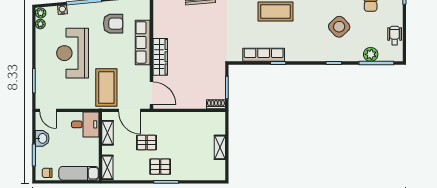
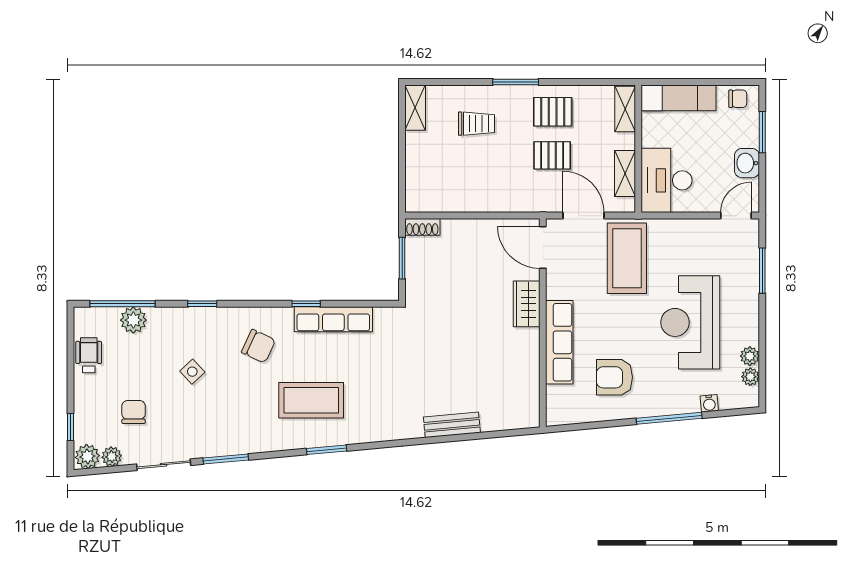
plant: (41, 13) -> (750, 356), moved
side table: (339, 27) -> (192, 372), width x0.54, depth x0.54
wheelchair: (395, 36) -> (89, 355), turned 180
chair: (304, 40) -> (258, 346), added
reception desk: (73, 53) -> (690, 322), turned 180
wardrobe: (160, 57) -> (527, 304), width x0.67
door: (48, 110) -> (736, 216), hinge flipped
desk: (85, 124) -> (667, 180), width x1.37
shelving: (220, 147) -> (415, 108), moved
trolley: (187, 160) -> (477, 124), added
pallet: (160, 167) -> (553, 112), moved

